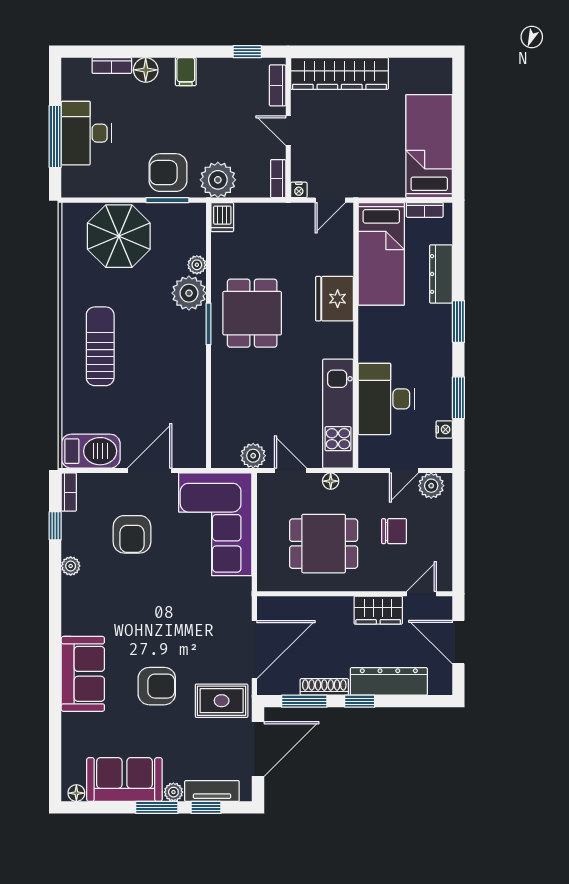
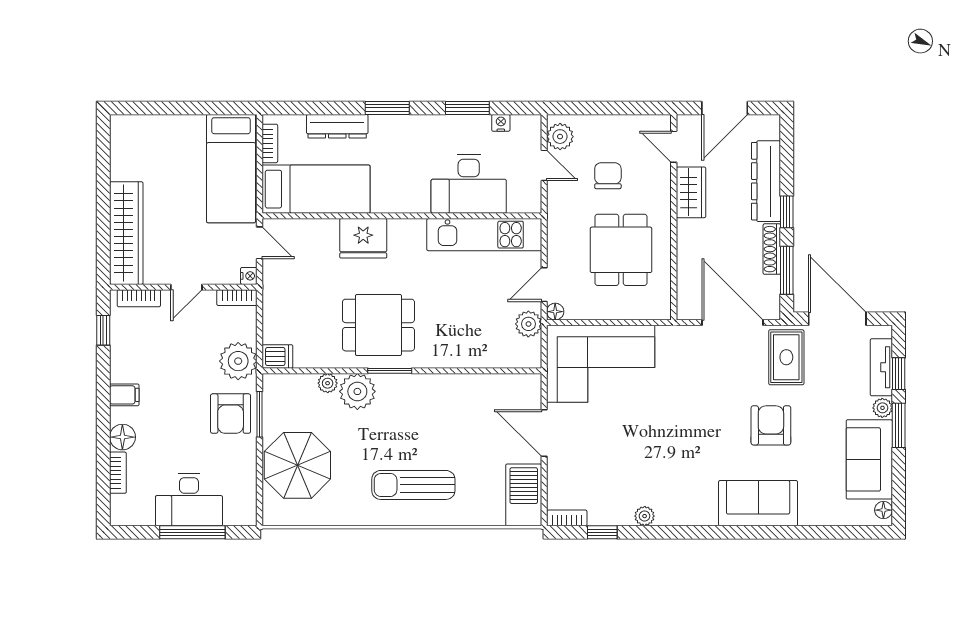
bed: (429, 146) -> (231, 169), moved, turned -90
floor lamp: (331, 481) -> (555, 312), moved
armchair: (132, 534) -> (611, 451), removed

